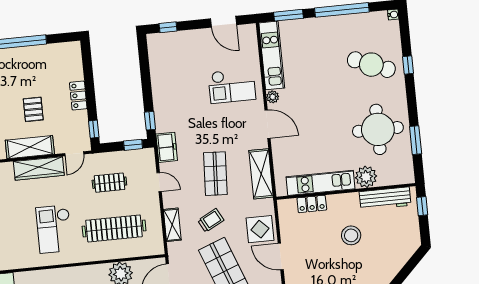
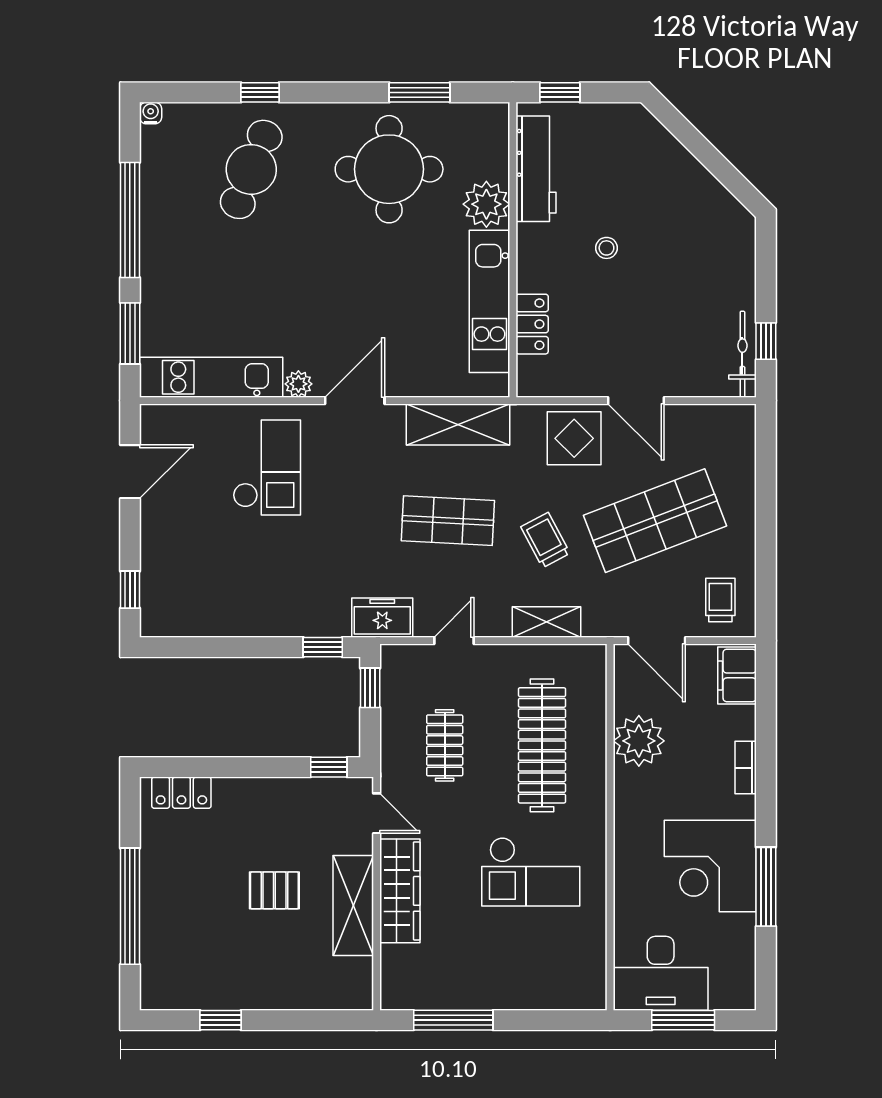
locker: (78, 96) -> (181, 793), moved
stool: (351, 235) -> (606, 248), width x0.53, depth x0.53
door: (281, 256) -> (636, 401), hinge flipped

